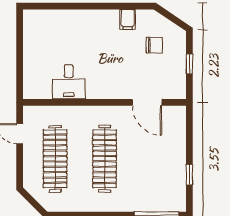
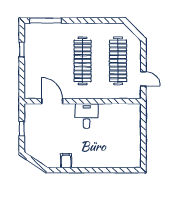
chair: (154, 45) -> (47, 142), removed
desk: (69, 82) -> (87, 116), moved

